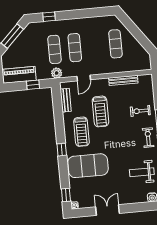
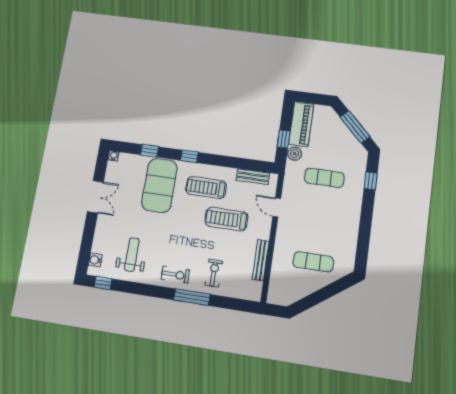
exercise mat: (75, 48) -> (321, 205), removed
plant: (57, 73) -> (295, 154), moved
window: (66, 195) -> (149, 151), moved

